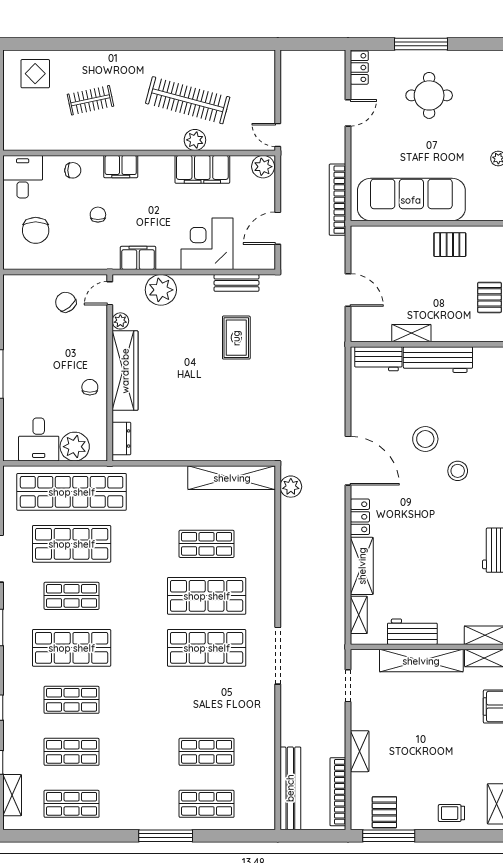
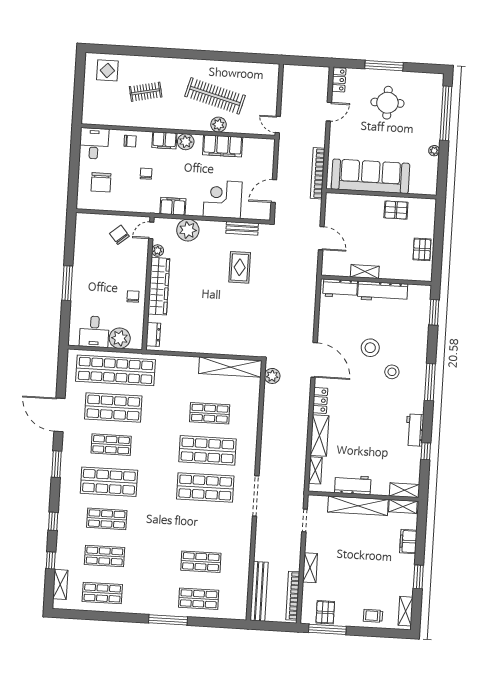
plant: (263, 167) -> (186, 142), moved

